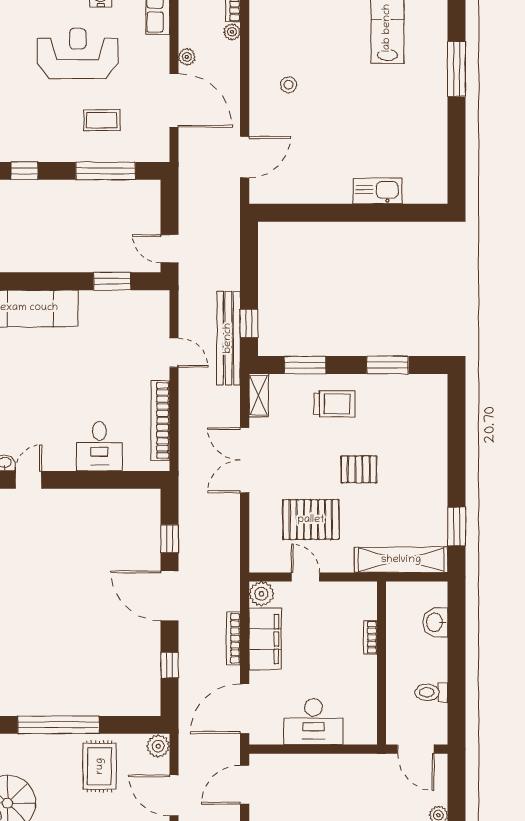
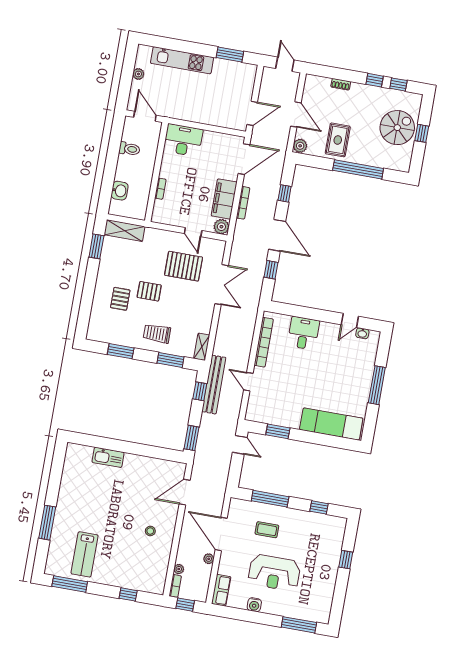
window: (249, 246) -> (192, 438), added
pallet: (403, 449) -> (120, 299), added
double door: (245, 460) -> (222, 285), moved
shelving: (401, 560) -> (125, 231), width x0.68
desk: (314, 722) -> (183, 140), moved

